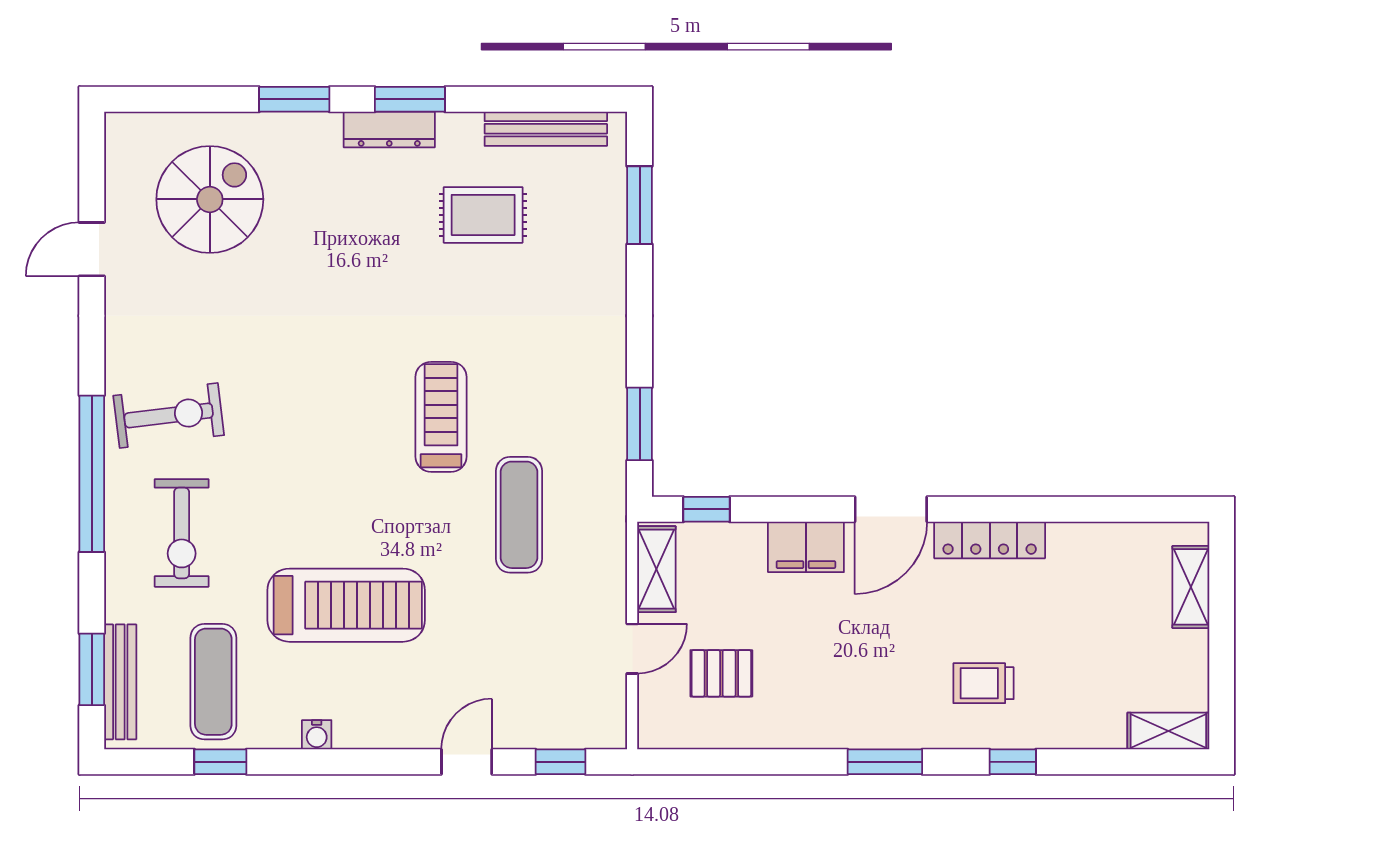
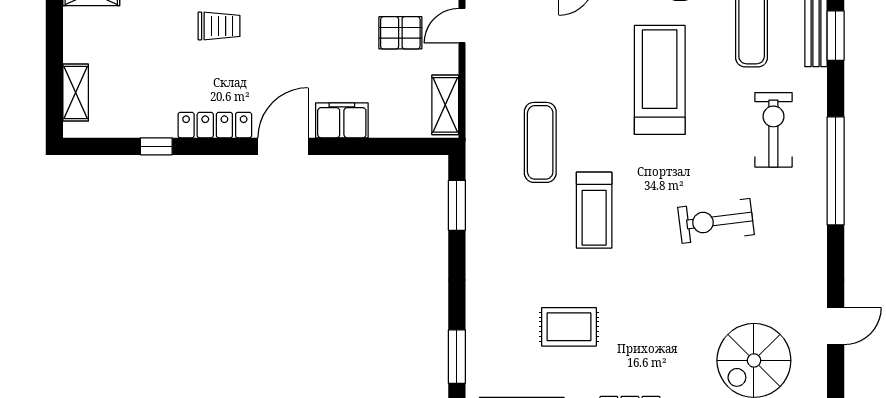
rug: (483, 215) -> (569, 327), moved
exercise bike: (169, 415) -> (716, 221), moved
window: (706, 509) -> (156, 146), moved
treadmill: (346, 605) -> (660, 80), turned 90
door: (632, 649) -> (462, 26), moved

